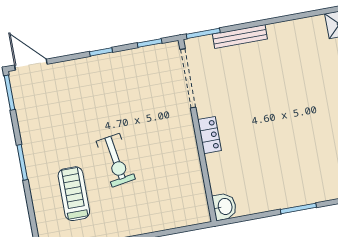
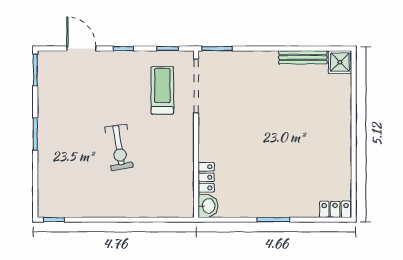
bench: (240, 37) -> (303, 57), moved
door: (31, 65) -> (81, 49), moved
locker: (209, 135) -> (206, 177), moved
treadmill: (74, 194) -> (162, 90), moved

